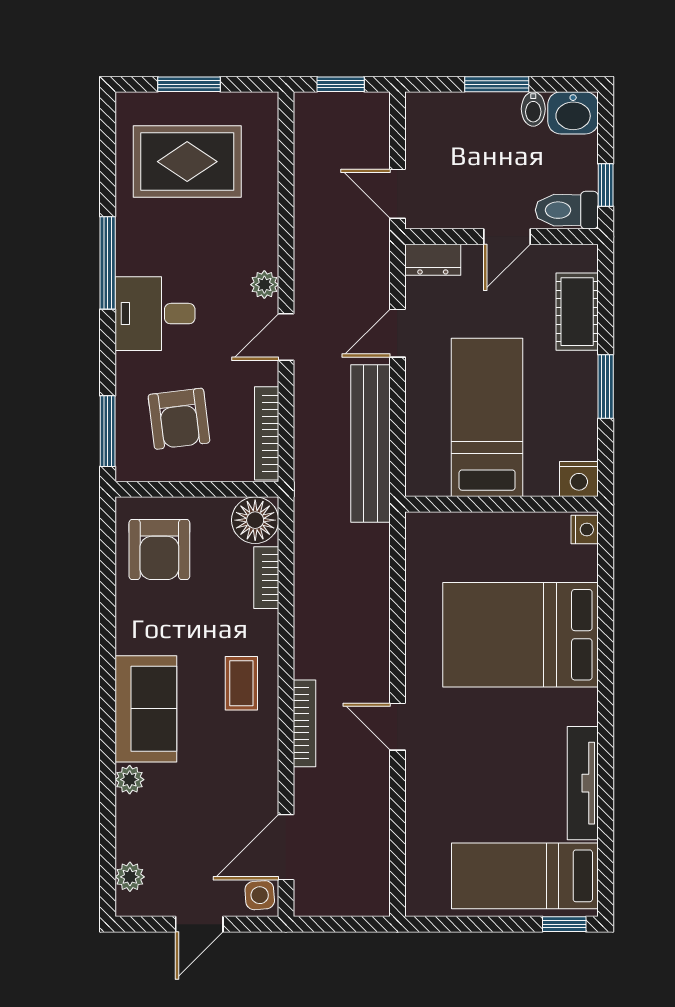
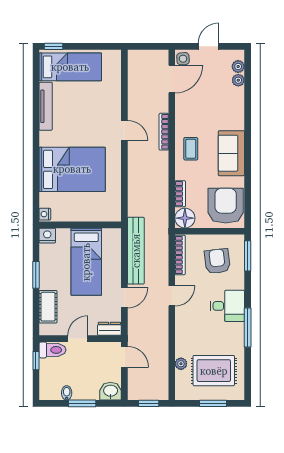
washbasin: (573, 113) -> (111, 391), moved
plant: (264, 285) -> (181, 364), moved
armchair: (159, 549) -> (226, 206), width x1.36, depth x1.36
sofa: (146, 709) -> (231, 153), moved
plant: (130, 780) -> (238, 80), moved

